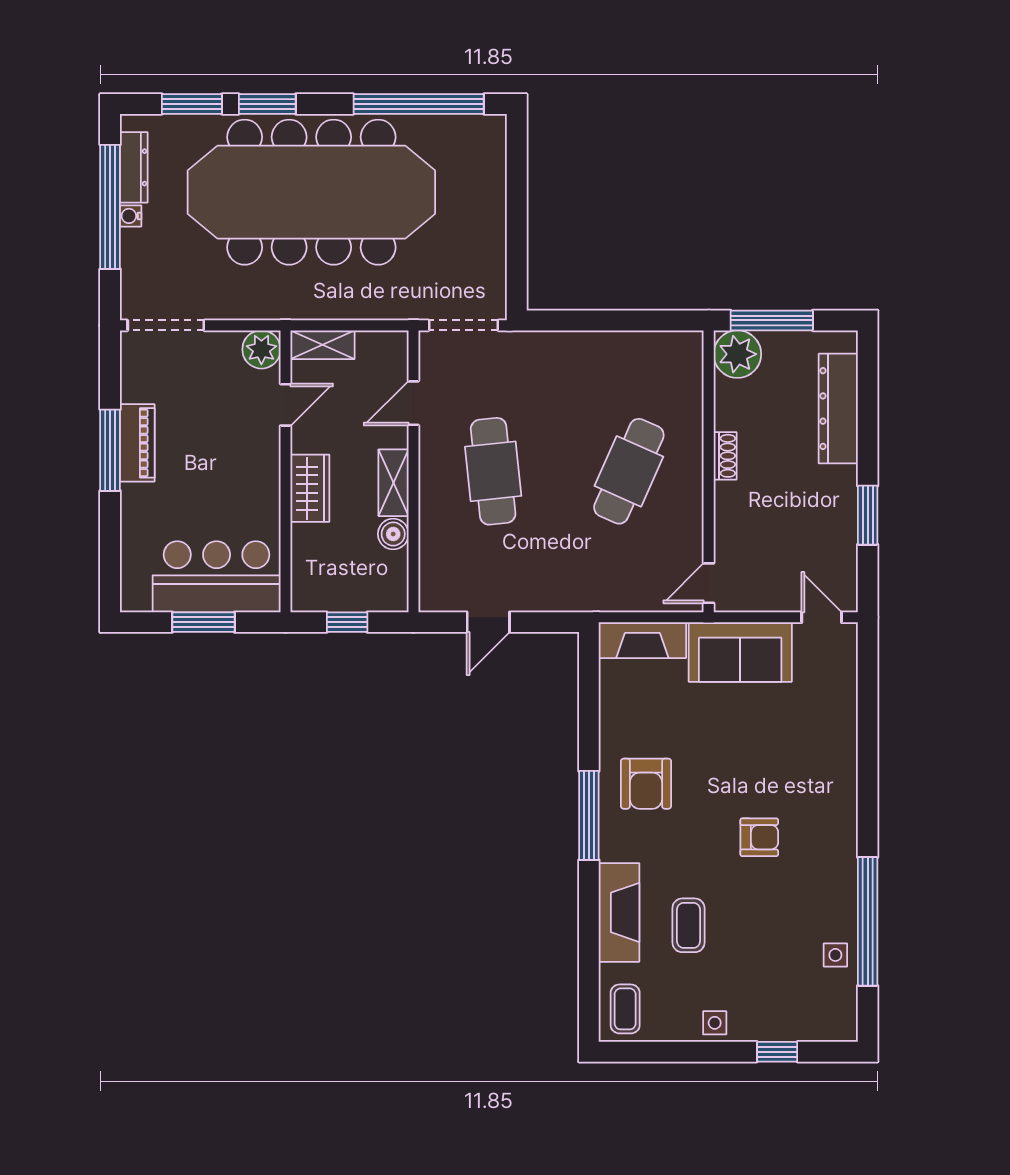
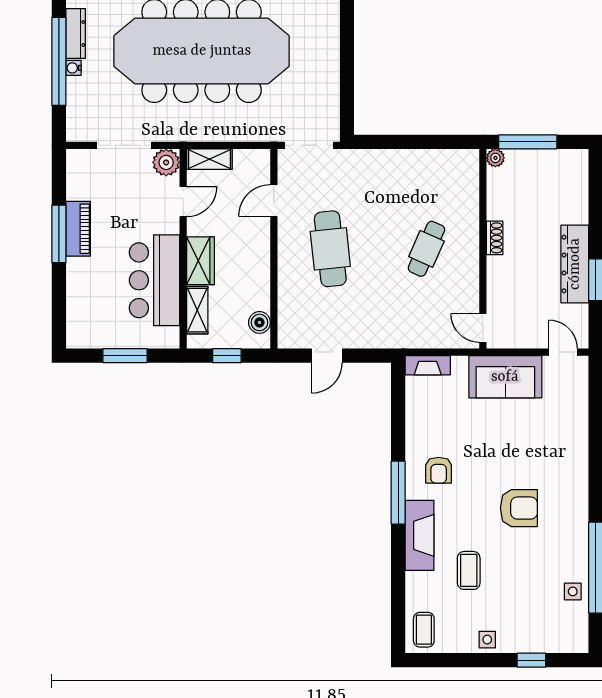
doorway: (166, 325) -> (124, 145), moved
plant: (737, 354) -> (495, 158), width x0.53, depth x0.53
dresser: (838, 409) -> (575, 264), moved
cafe table: (629, 471) -> (426, 249), width x0.73, depth x0.74
shelving: (393, 483) -> (197, 310), moved
boiler: (393, 534) -> (259, 322), moved
bar counter: (217, 577) -> (155, 280), moved, turned -90
door: (709, 583) -> (483, 328), hinge flipped
fireplace: (642, 640) -> (428, 365), width x0.73, depth x0.76
armchair: (646, 784) -> (439, 470), width x0.72, depth x0.72
armchair: (759, 837) -> (519, 508), width x1.38, depth x1.38
fireplace: (619, 912) -> (419, 535), moved

